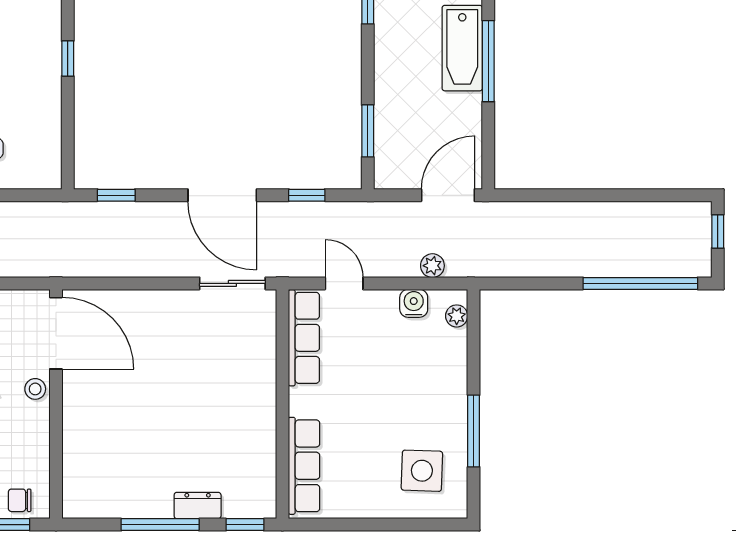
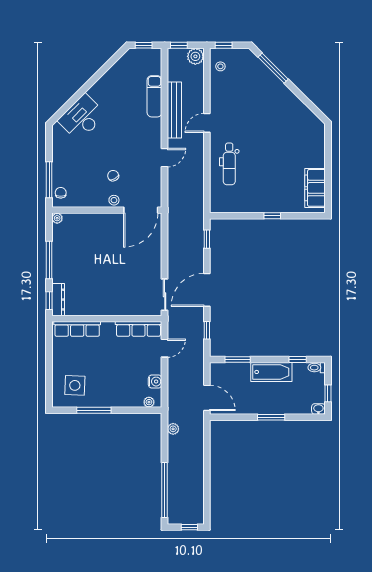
bathtub: (462, 48) -> (271, 372), moved, turned 180
window: (488, 61) -> (271, 417), width x0.69
plant: (432, 266) -> (173, 429), moved
dresser: (198, 506) -> (58, 300), moved, width x1.44
plant: (73, 508) -> (57, 218), added

